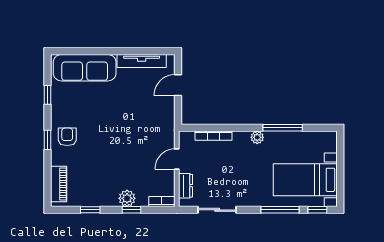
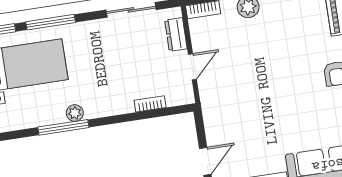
bookcase: (213, 136) -> (150, 104), width x0.64
plant: (257, 137) -> (75, 113), moved

